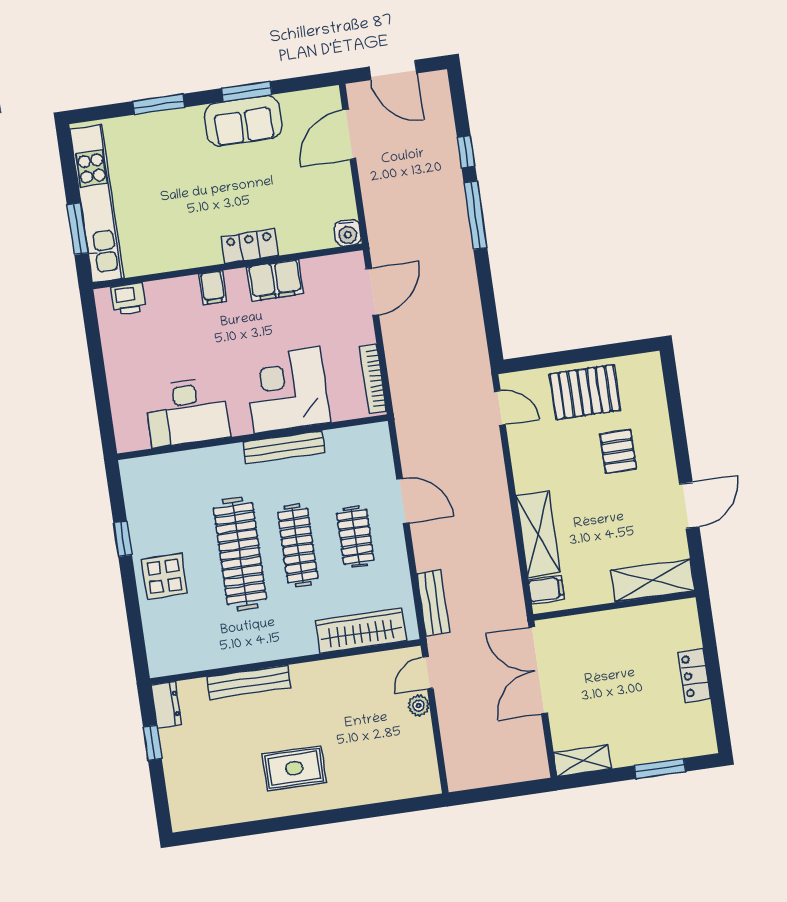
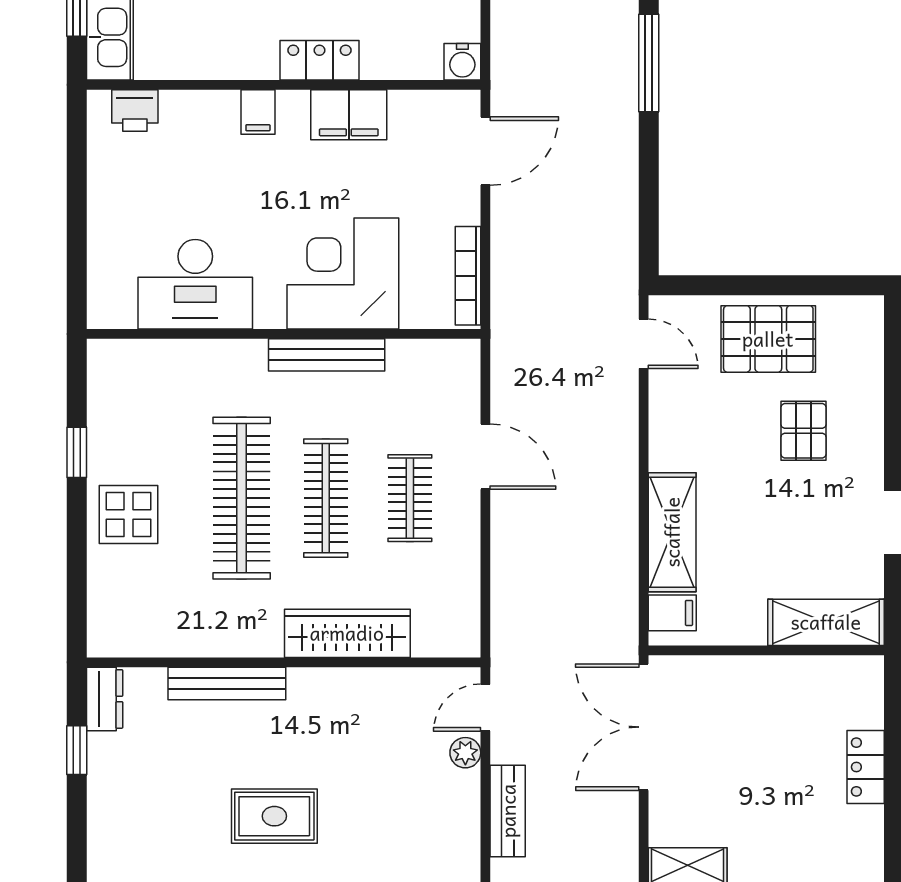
bench: (433, 603) -> (508, 811), moved
wardrobe: (361, 631) -> (347, 633), moved

